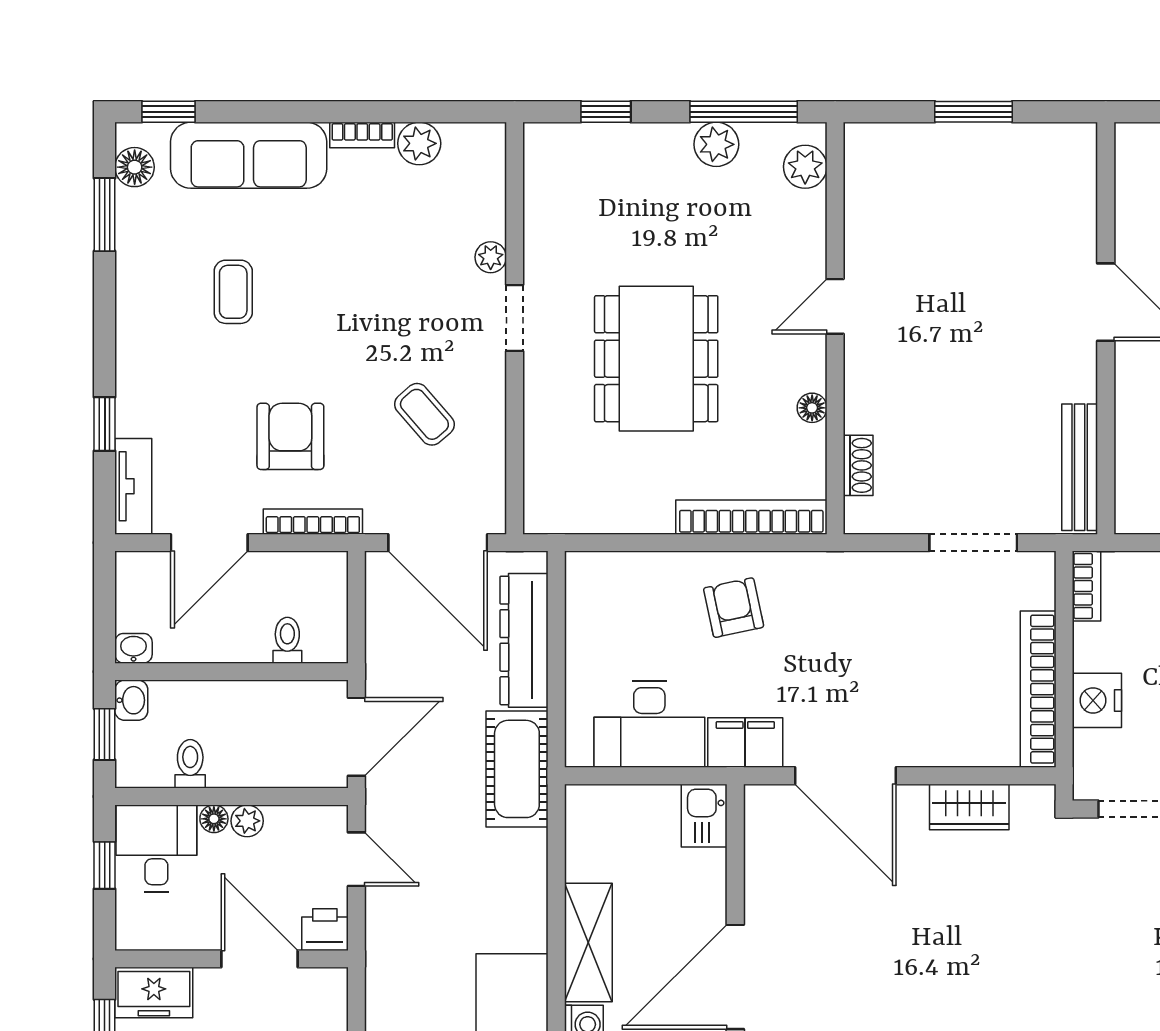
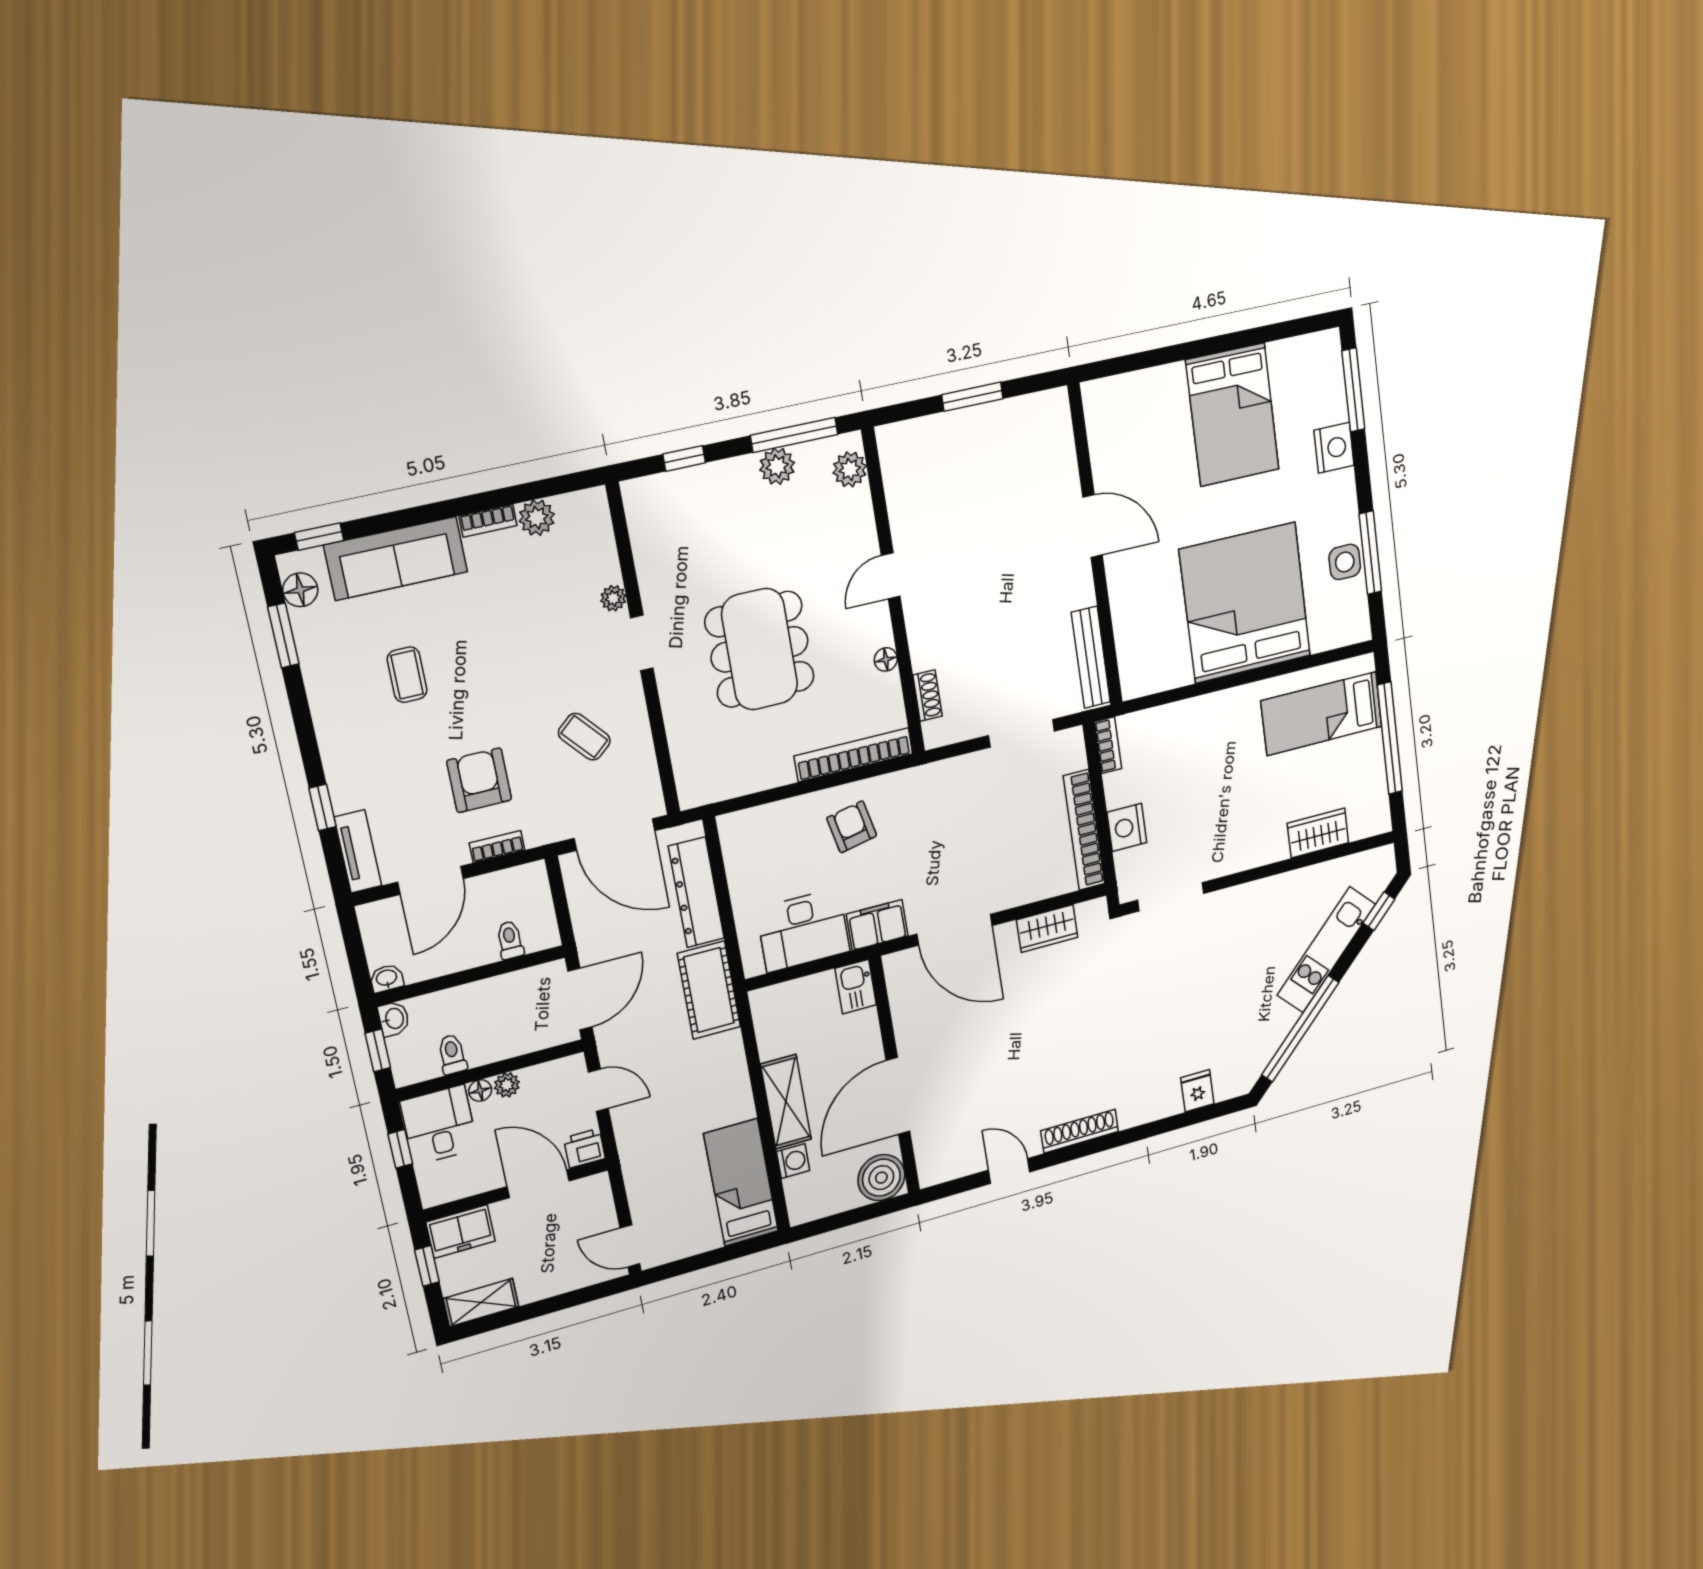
bookcase: (313, 522) -> (497, 847), width x0.64

